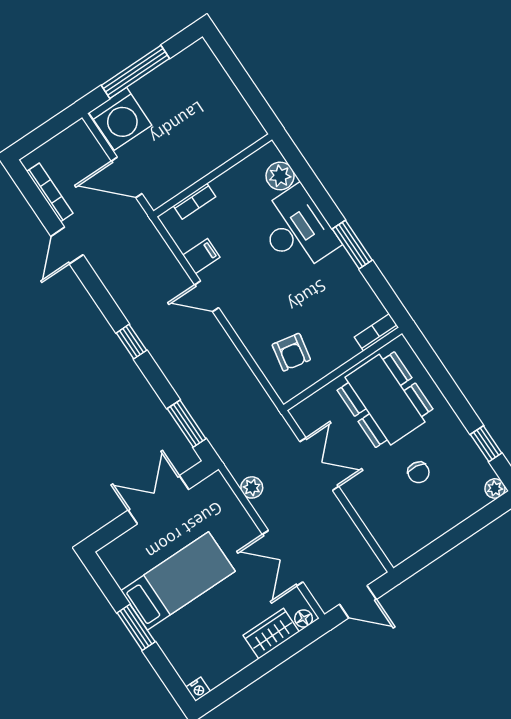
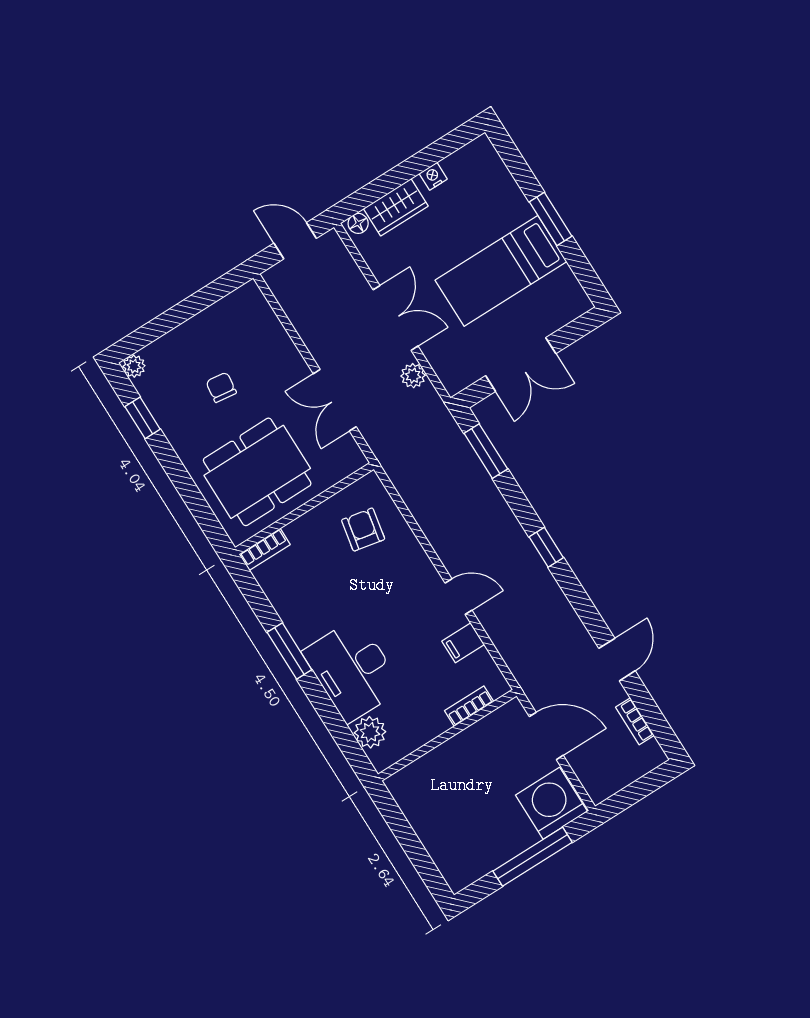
bookcase: (50, 192) -> (635, 721), width x0.64
dining table: (385, 400) -> (257, 472), turned 90
double door: (283, 558) -> (396, 318), moved
nightstand: (198, 689) -> (433, 176), moved

